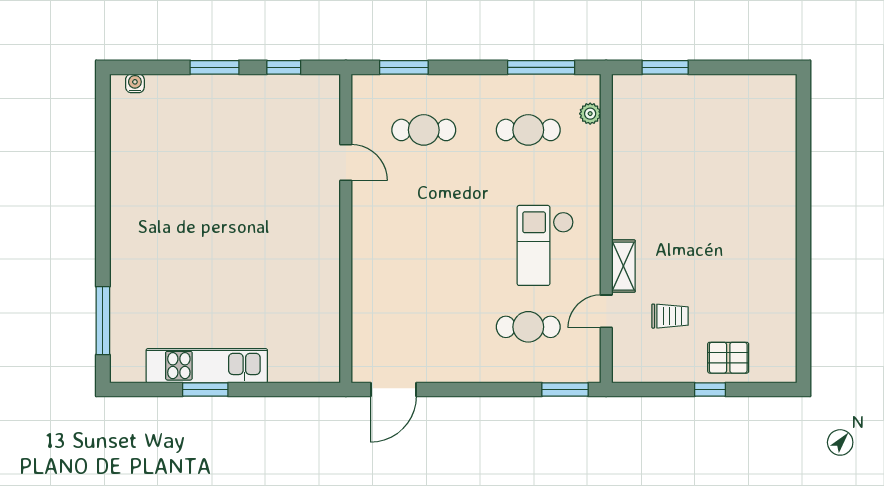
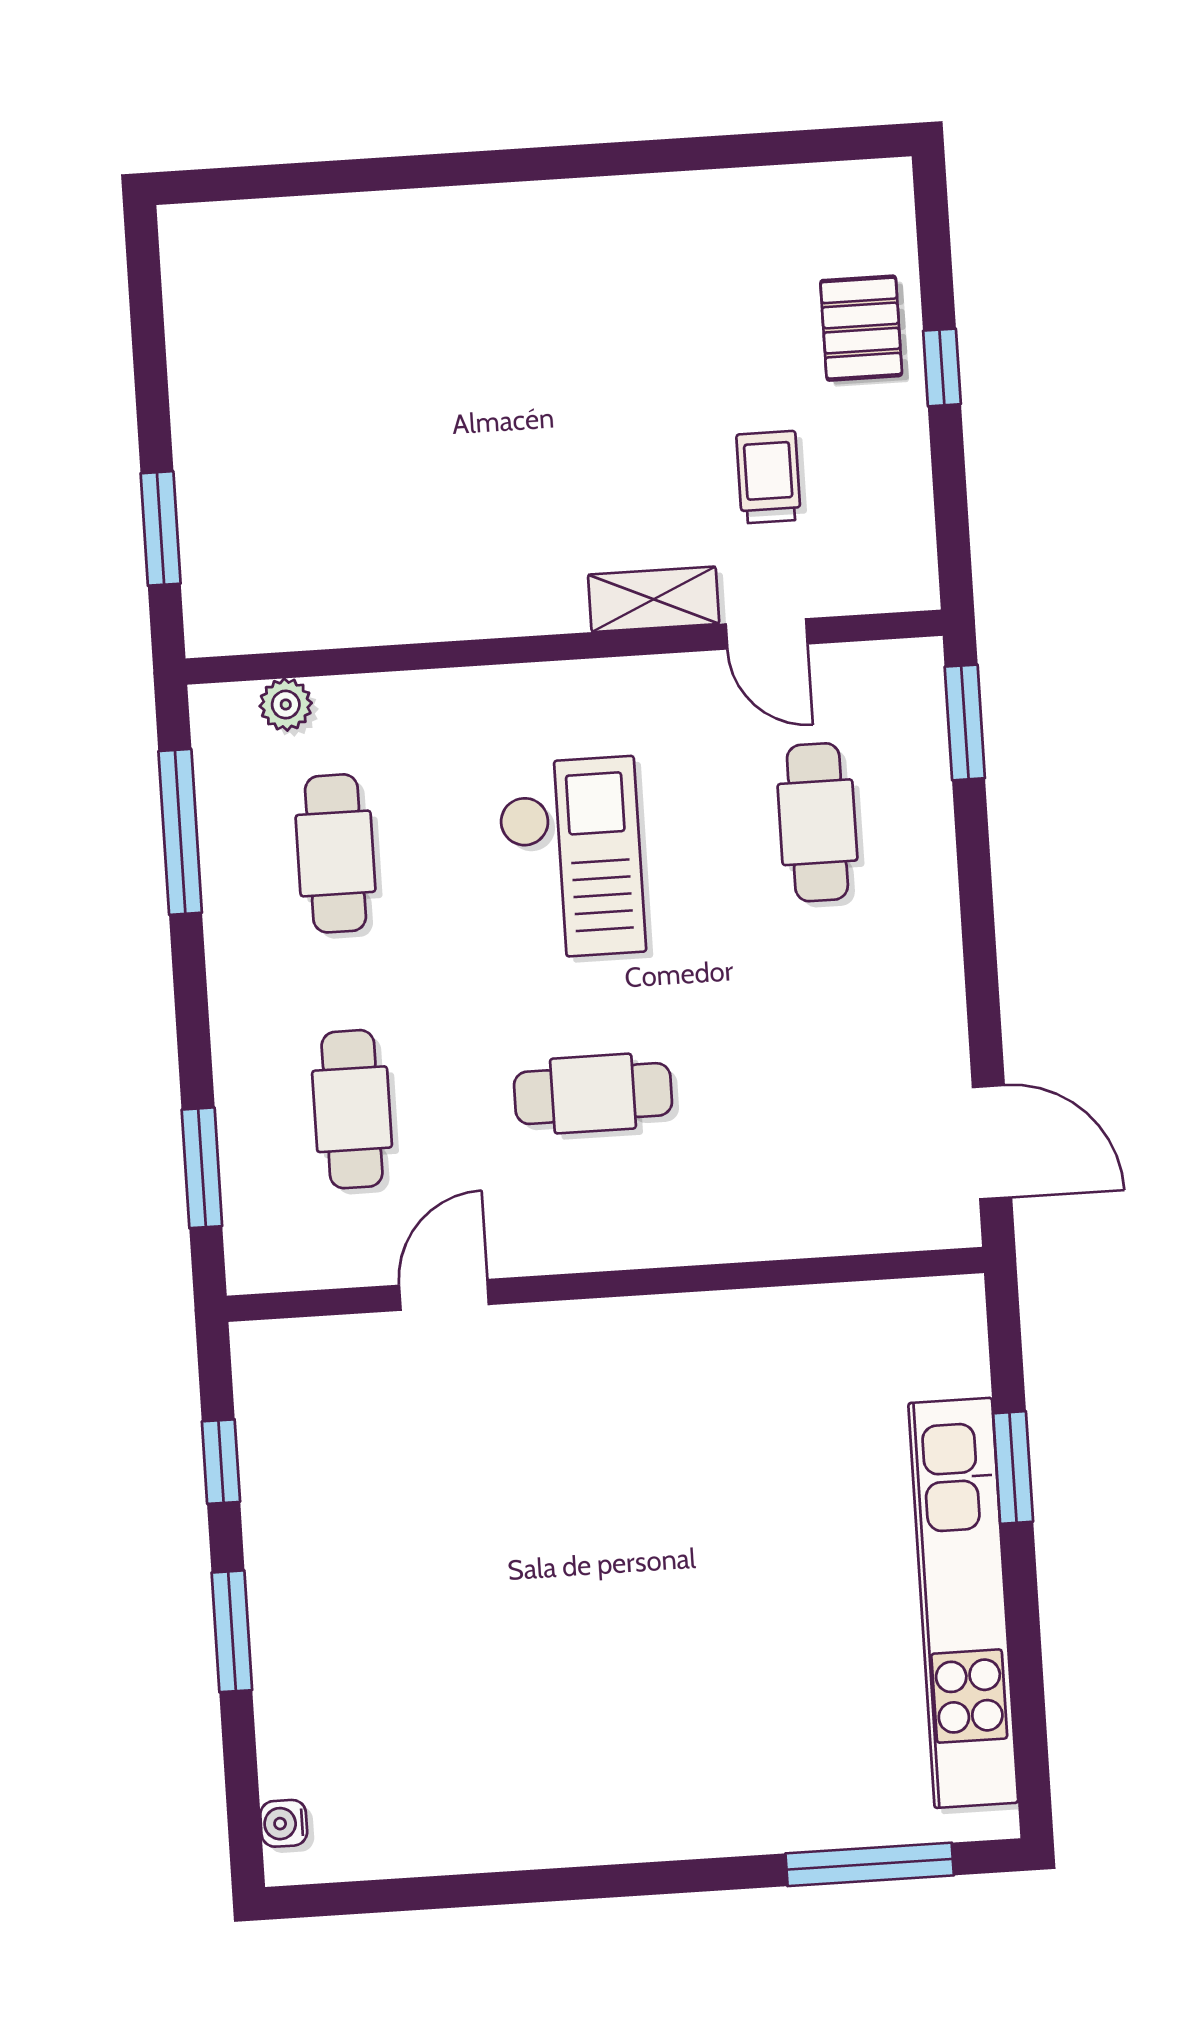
cafe table: (424, 228) -> (593, 1094), added
checkout: (545, 245) -> (571, 858), moved, turned -90
kitchen unit: (207, 366) -> (963, 1603), width x1.36
window: (205, 389) -> (1013, 1468), moved

